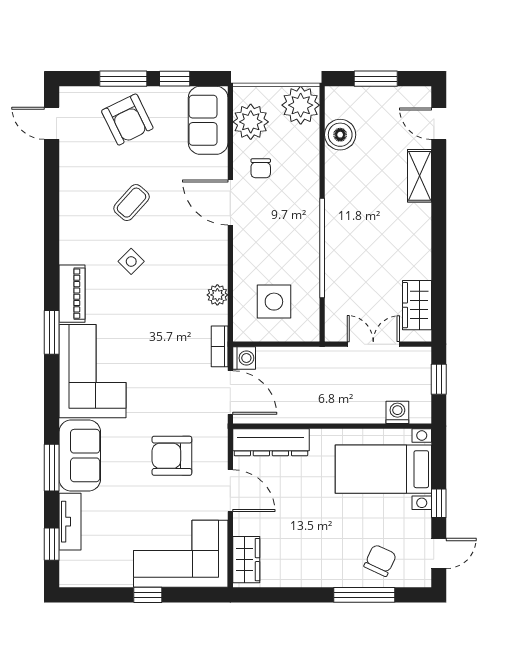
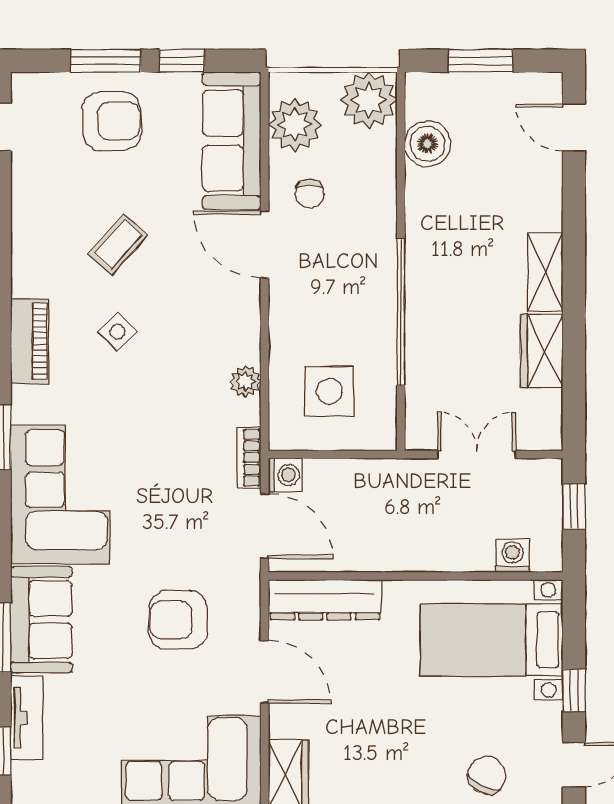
armchair: (127, 119) -> (112, 121), turned -66
sofa: (208, 120) -> (232, 141), width x1.36
shelving: (419, 176) -> (545, 272), moved
piano: (72, 294) -> (30, 341), moved
wardrobe: (417, 305) -> (542, 351), moved

